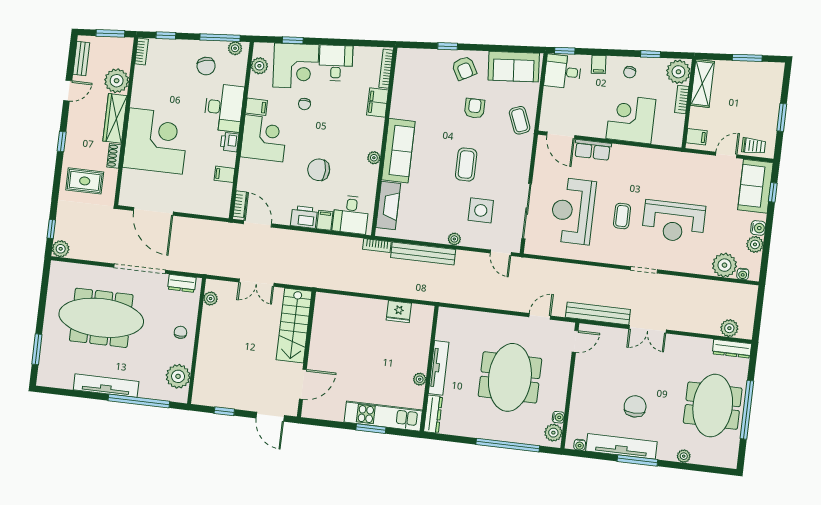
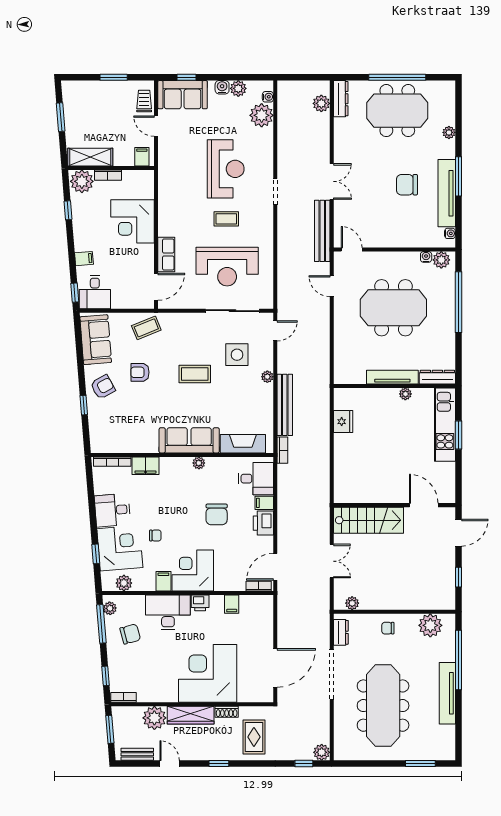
chair: (630, 72) -> (88, 228), removed

